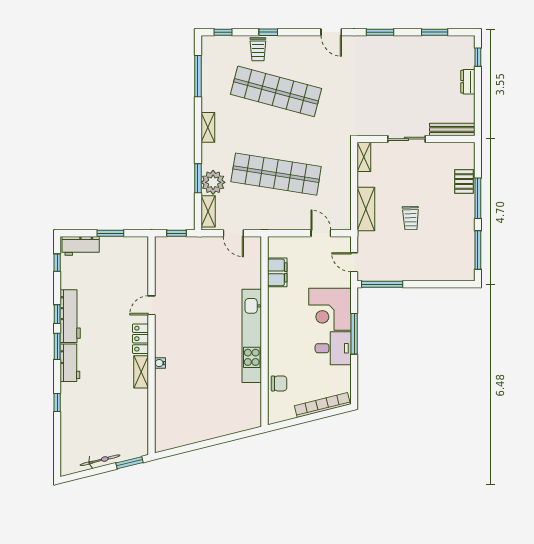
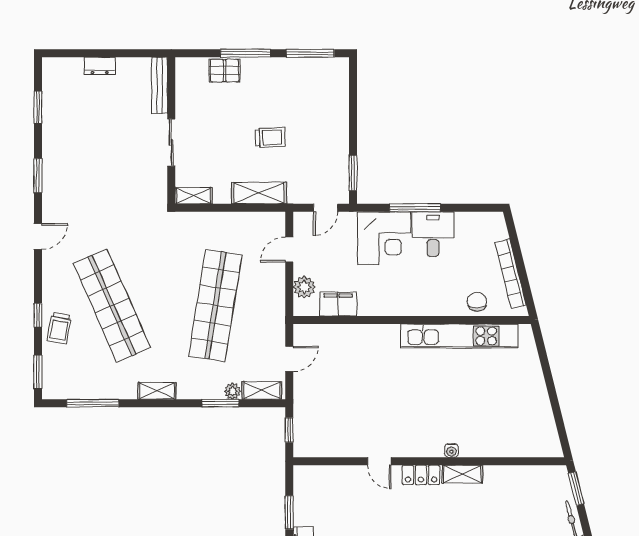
window: (223, 32) -> (38, 372), width x1.50
trolley: (258, 49) -> (59, 328), turned 100
window: (478, 57) -> (69, 53), removed
shop shelf: (276, 91) -> (112, 305), turned -39
plant: (213, 182) -> (233, 391), width x0.53, depth x0.53
plant: (291, 245) -> (304, 287), added
window: (382, 284) -> (353, 173), width x0.69
kitchen unit: (252, 336) -> (459, 336), moved
bookcase: (322, 405) -> (510, 274), moved

